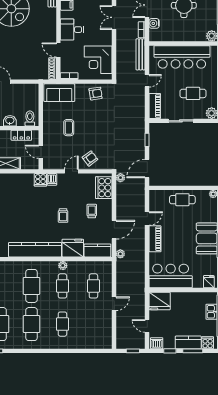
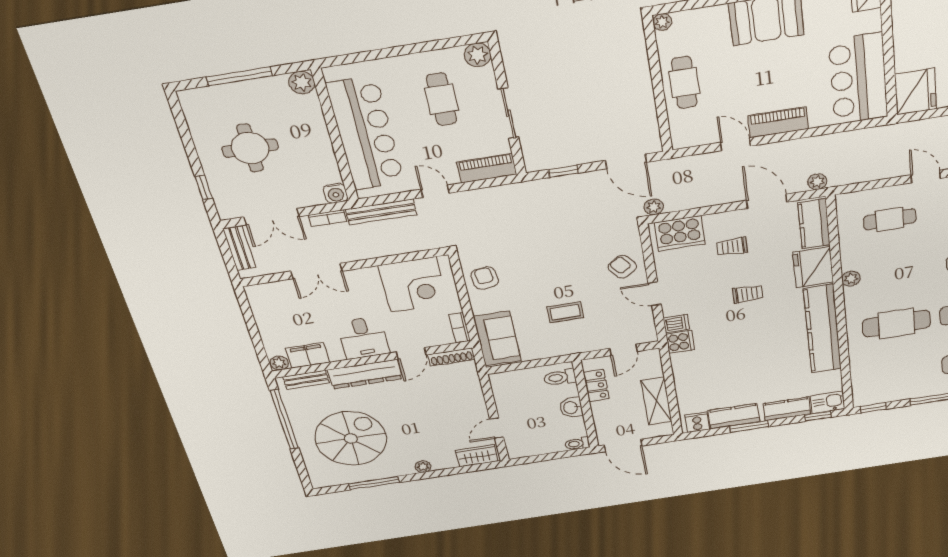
water cooler: (154, 23) -> (335, 193), moved
dresser: (50, 25) -> (365, 374), added
cafe table: (62, 286) -> (893, 273), removed

